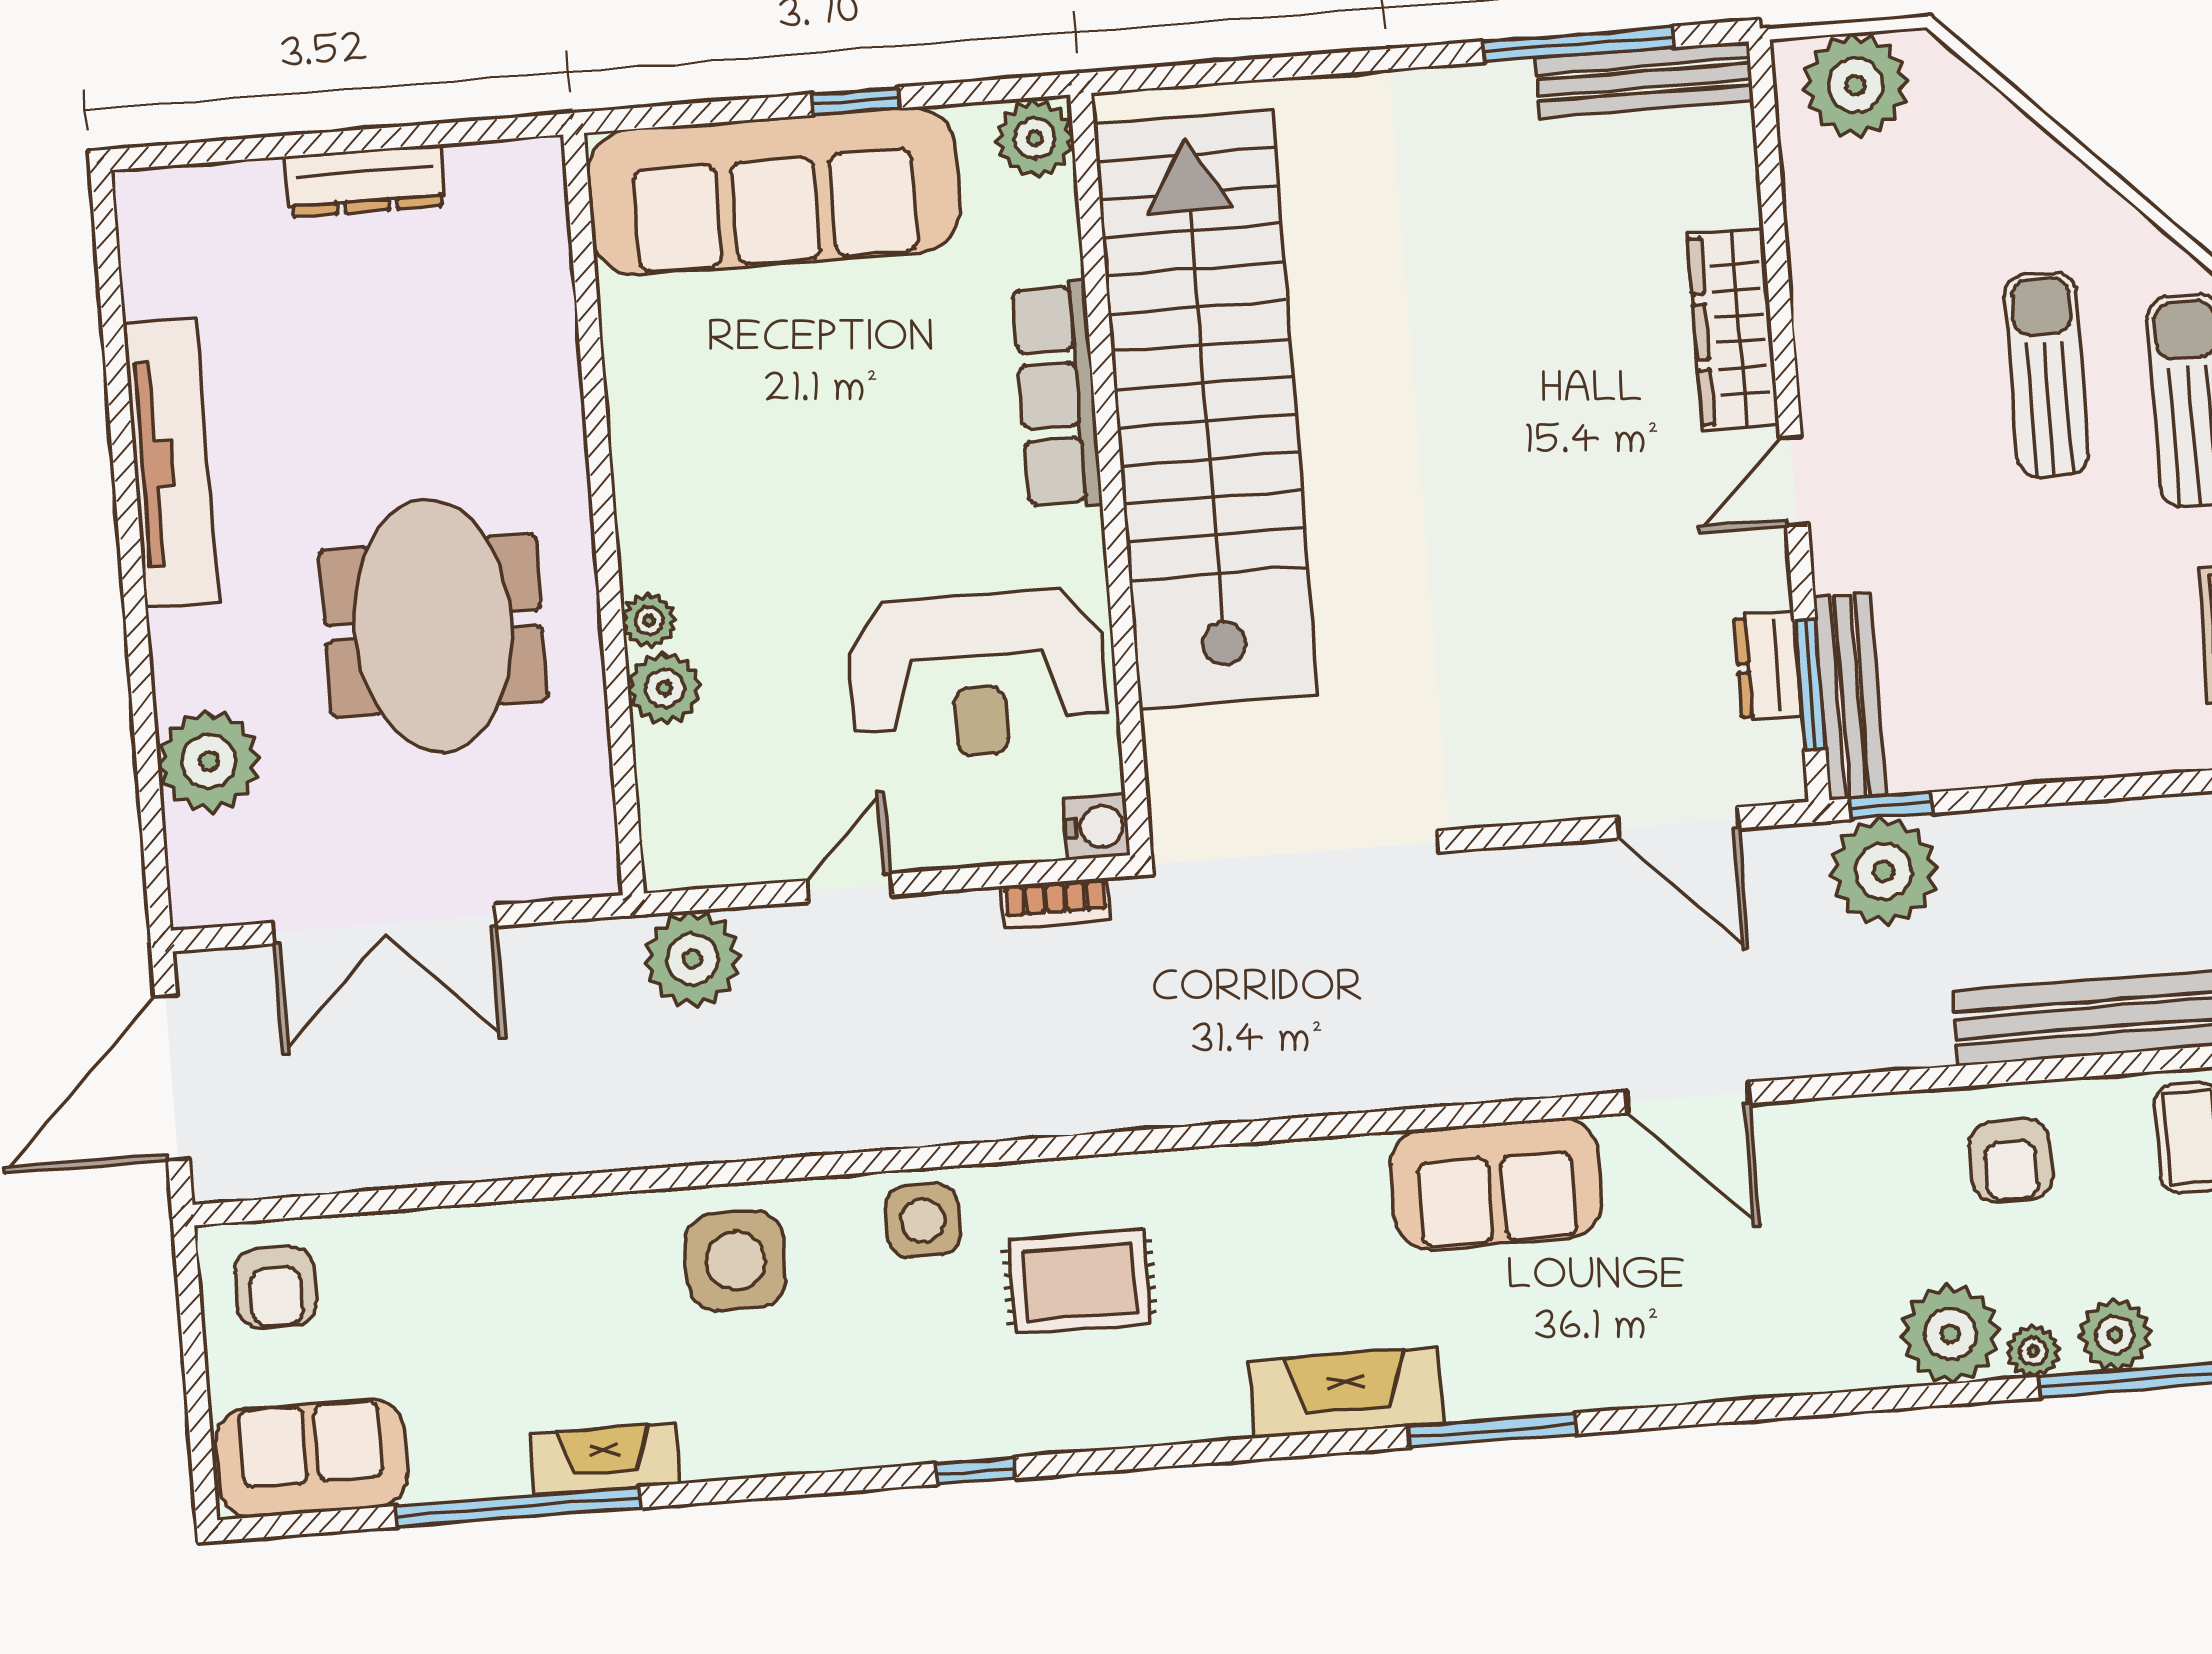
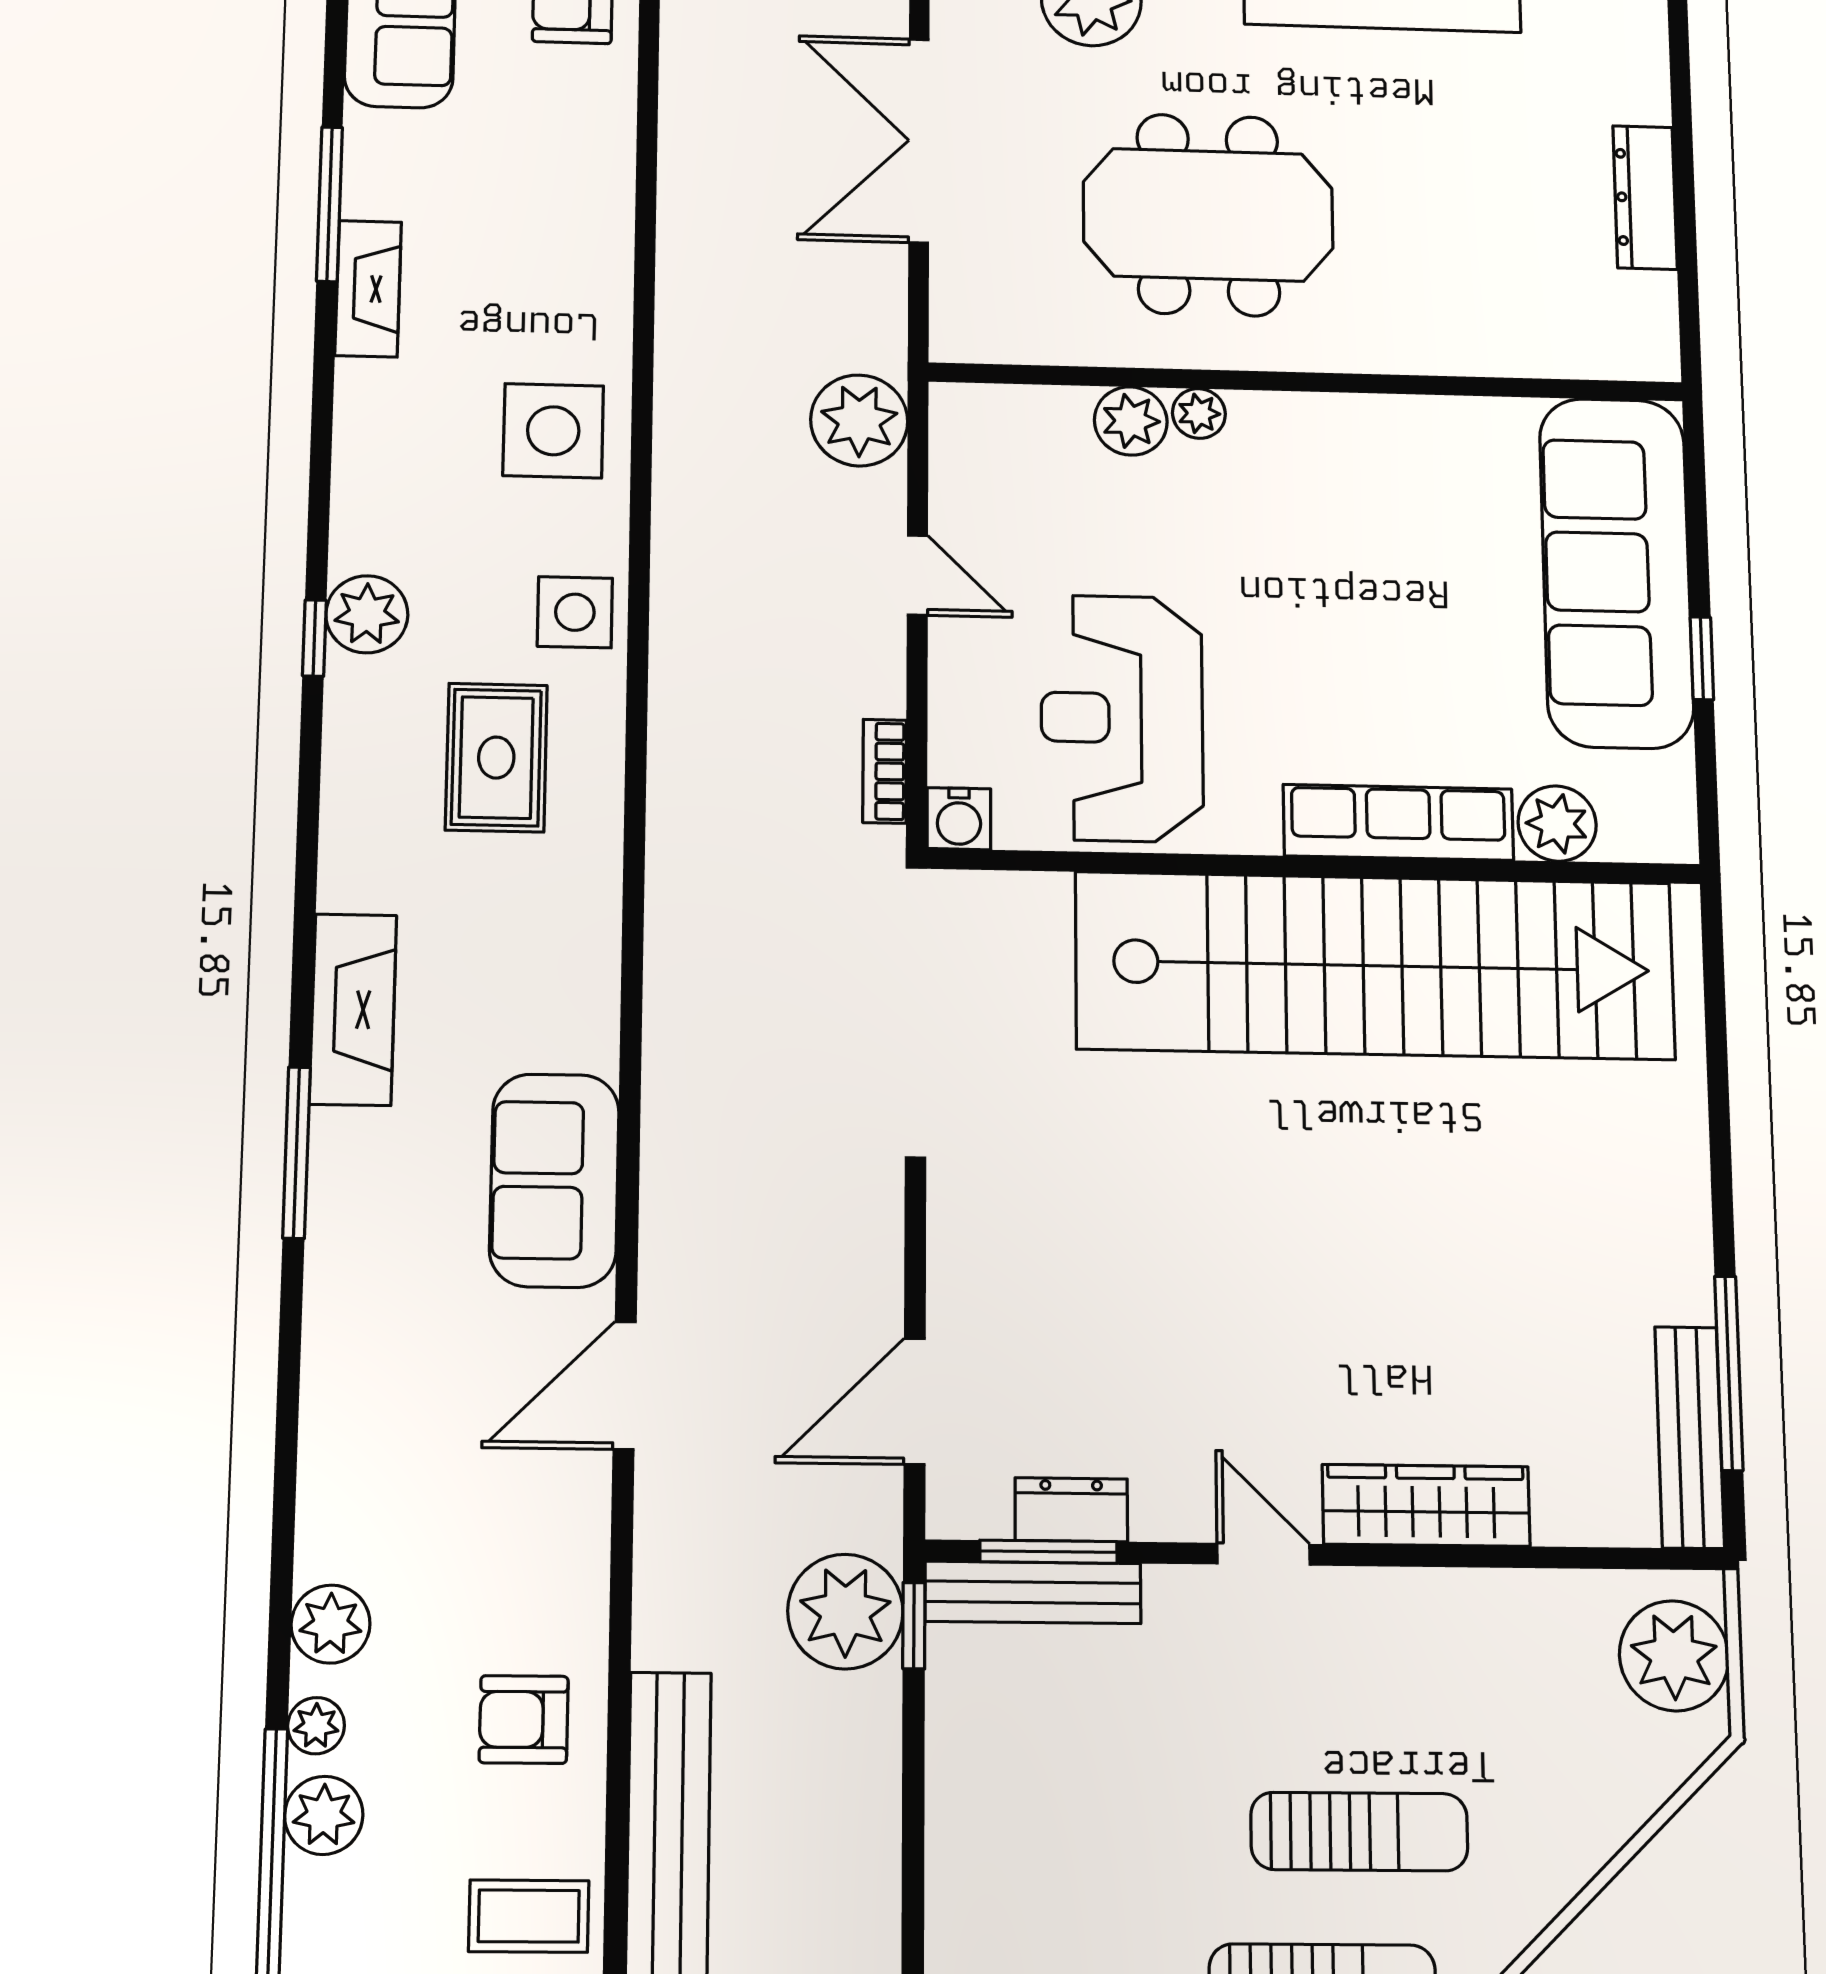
plant: (1035, 138) -> (1557, 824), moved
plant: (1950, 1334) -> (331, 1624), width x0.73, depth x0.73
plant: (946, 1423) -> (367, 614), added
window: (518, 1507) -> (330, 204), width x0.68

